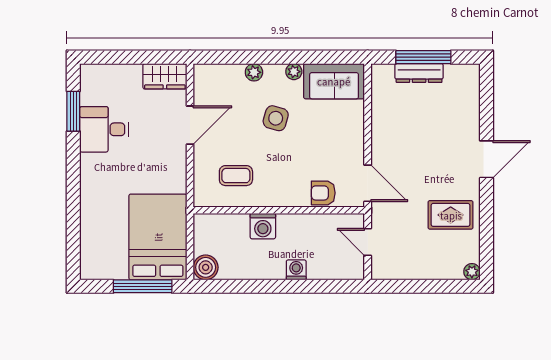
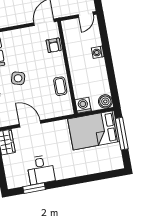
coffee table: (236, 176) -> (60, 86), moved
washing machine: (263, 226) -> (83, 105), moved, turned -90
door: (368, 242) -> (86, 15), moved

